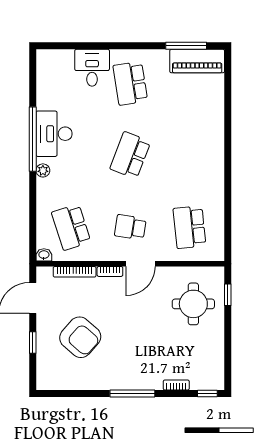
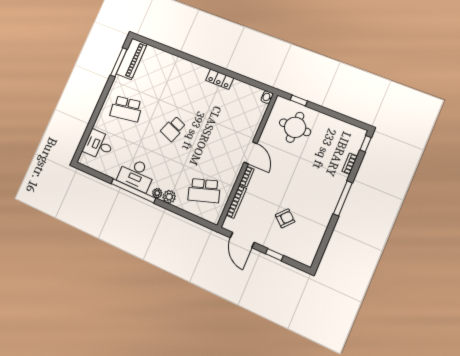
desk: (92, 68) -> (99, 145), moved
school desk: (130, 155) -> (173, 129), width x0.54
plant: (45, 187) -> (169, 197), added
locker: (216, 187) -> (220, 79), added
school desk: (130, 227) -> (222, 149), removed
school desk: (189, 227) -> (240, 108), removed
washbasin: (44, 255) -> (267, 97), moved
armchair: (80, 337) -> (285, 218), width x0.53, depth x0.53

